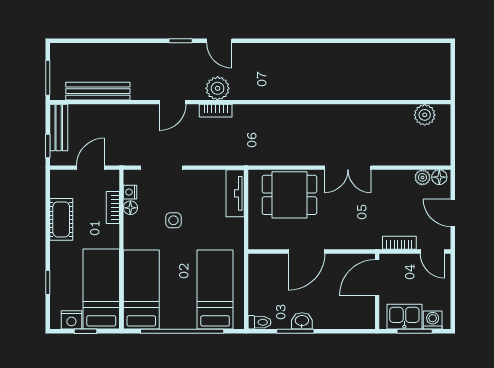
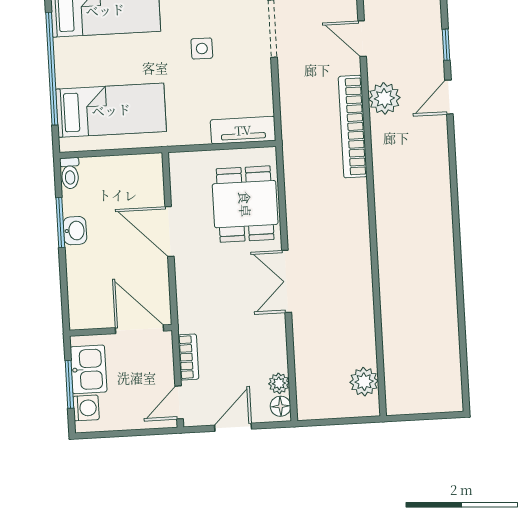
bookcase: (216, 111) -> (353, 127), width x2.31, depth x1.31

